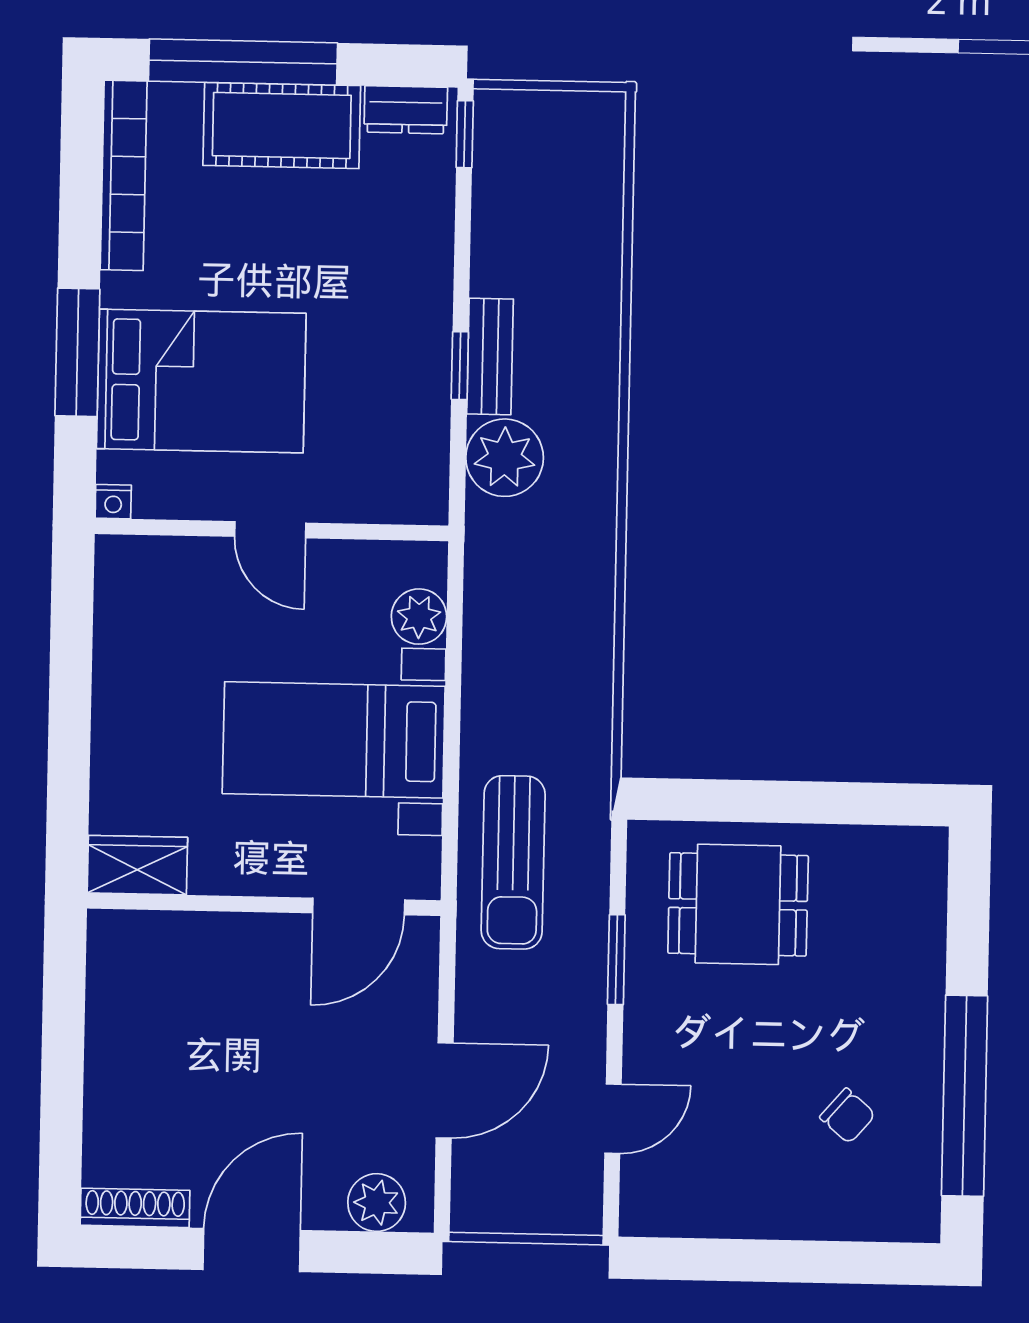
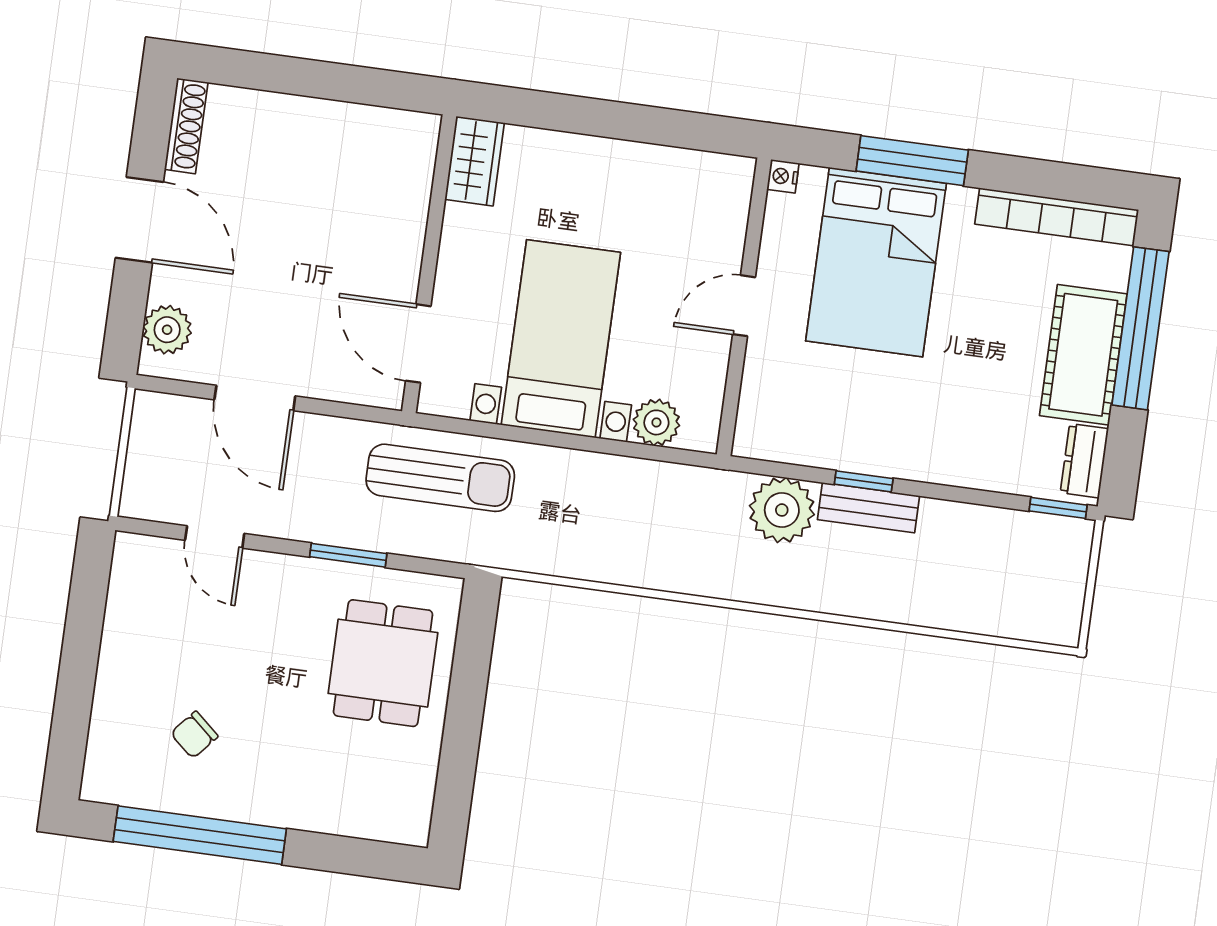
sun lounger: (513, 862) -> (440, 478), turned 180

